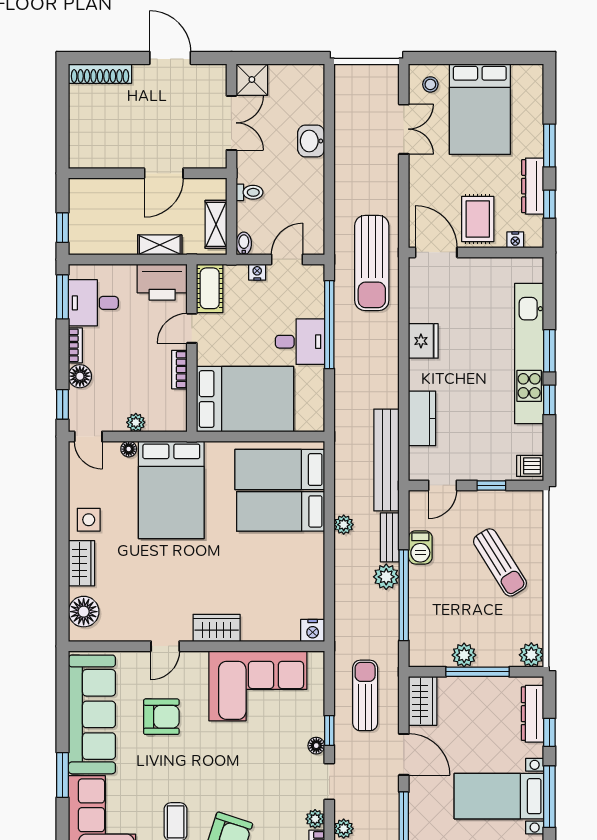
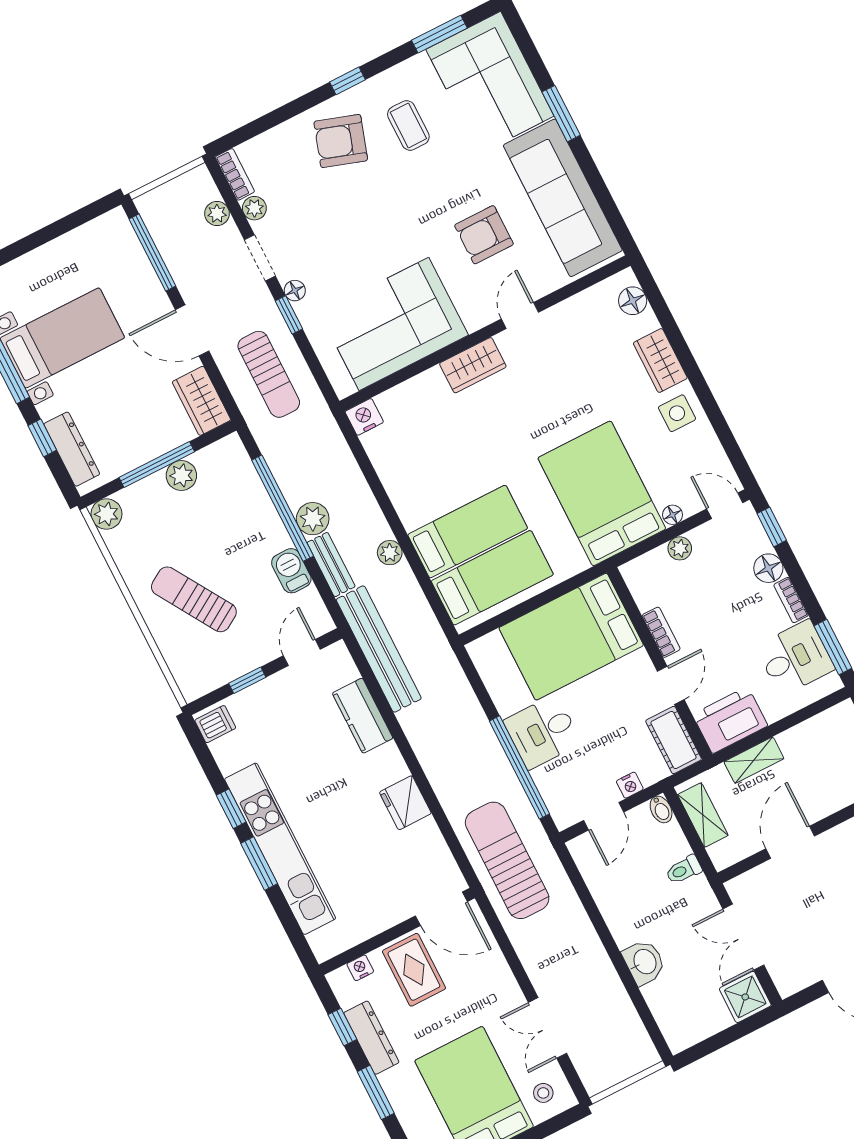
floor lamp: (84, 612) -> (633, 301), width x0.73, depth x0.73

